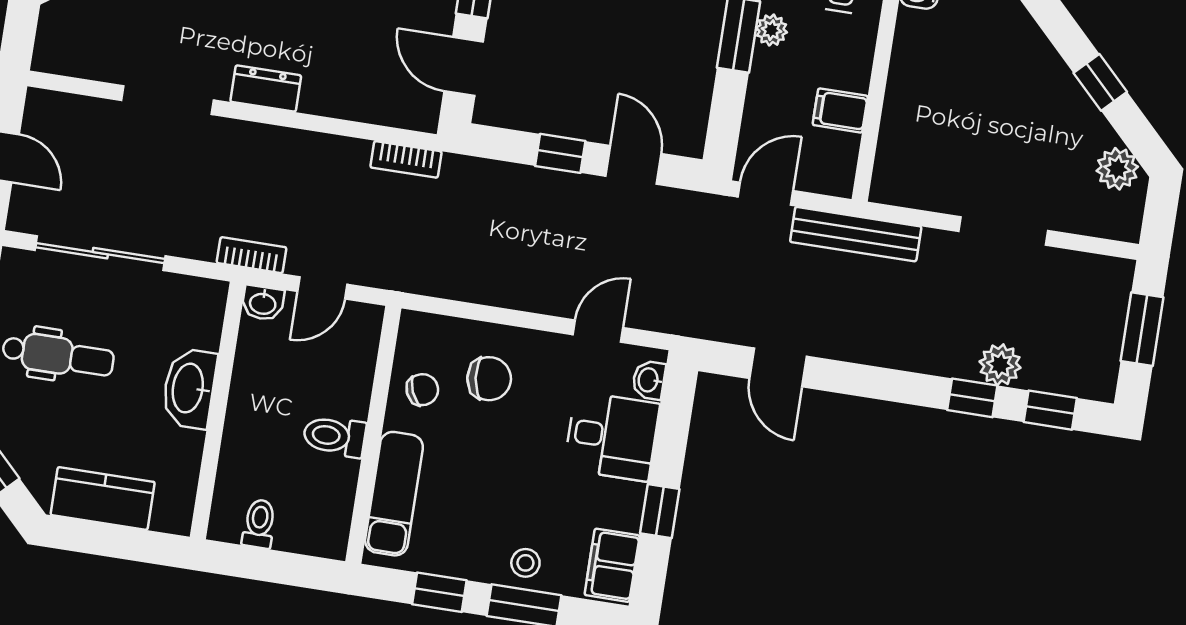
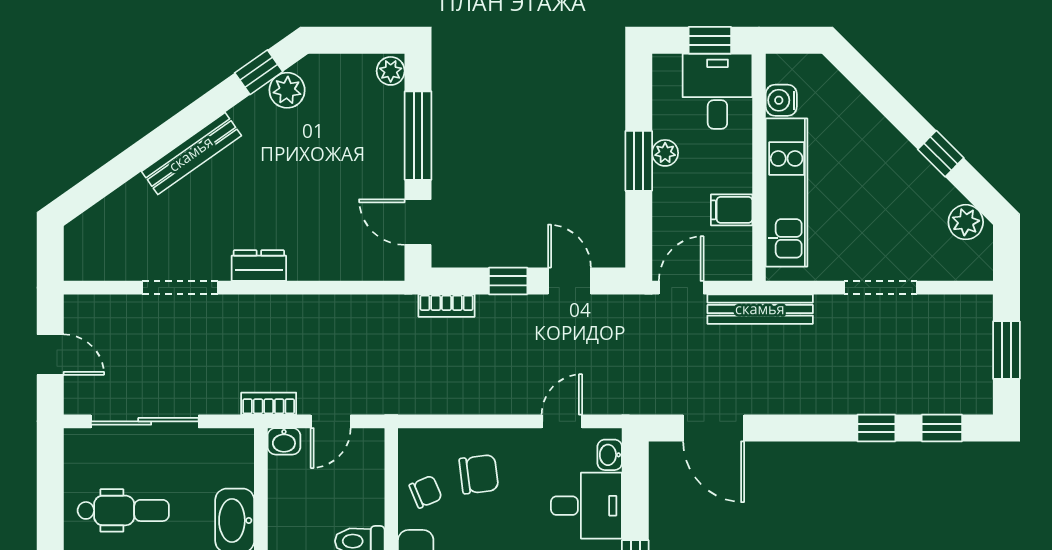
kitchen unit: (909, 100) -> (787, 193), added
bookcase: (406, 159) -> (447, 306), moved
plant: (1000, 365) -> (895, 397), removed
door: (778, 367) -> (714, 428), width x1.38

